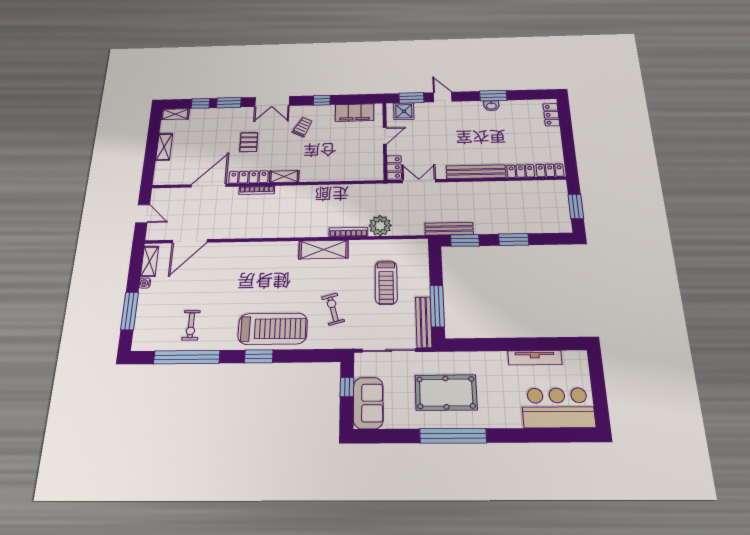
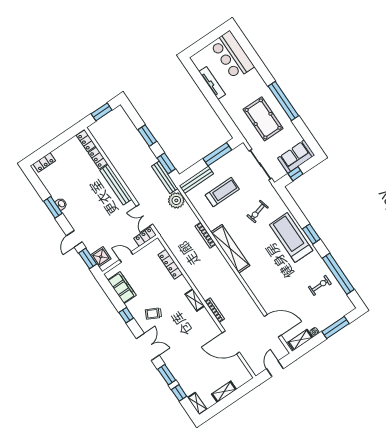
pallet: (249, 142) -> (186, 340), removed
locker: (249, 177) -> (170, 264), moved
plant: (380, 226) -> (176, 200), moved
shelving: (324, 250) -> (230, 249), width x1.47
bench: (424, 322) -> (196, 180), moved

